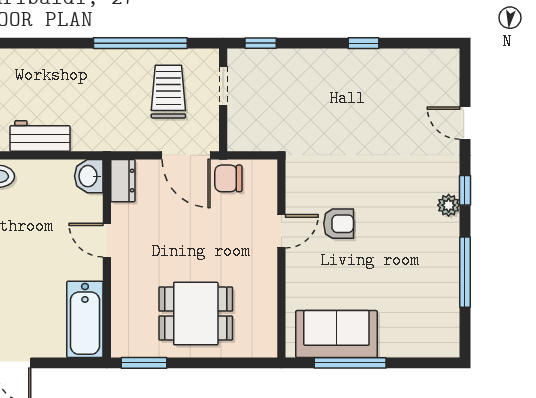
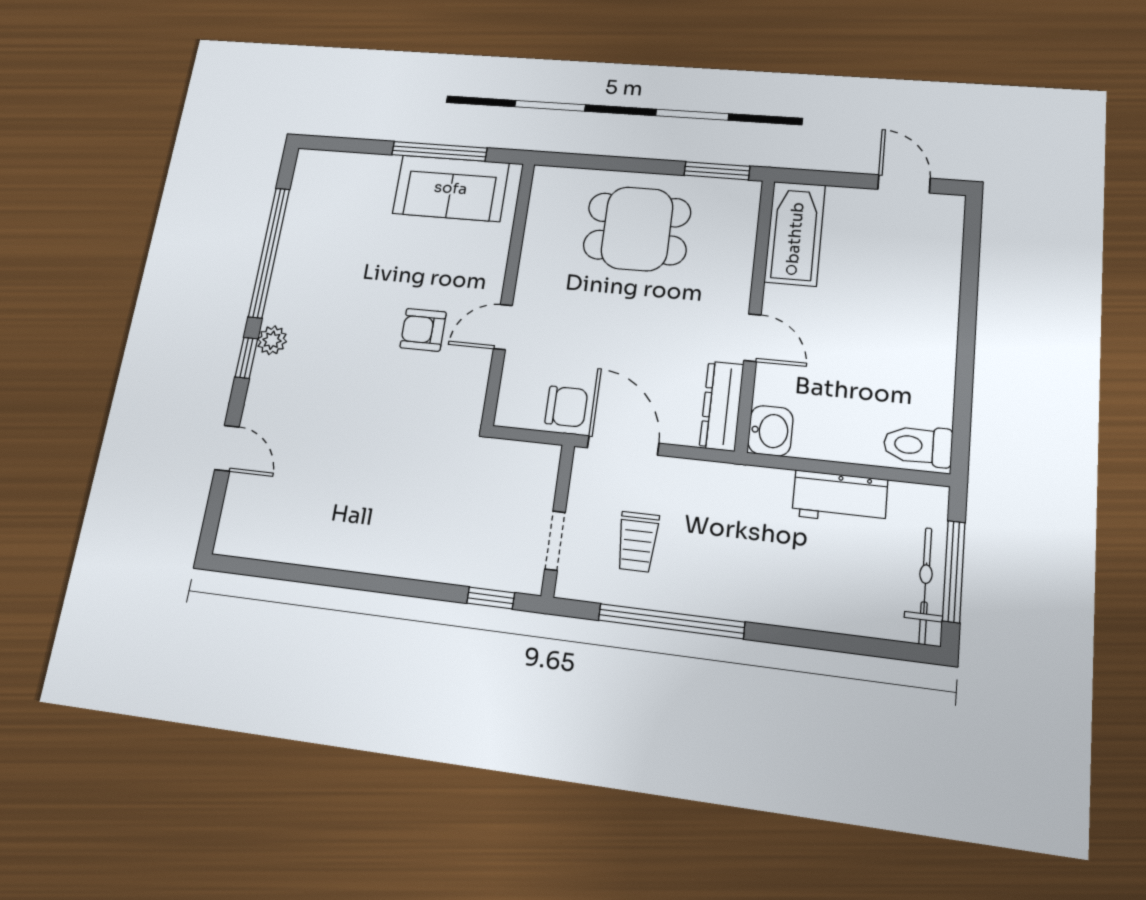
window: (363, 43) -> (343, 579), removed
trolley: (168, 92) -> (637, 542), width x0.73, depth x0.72
dresser: (123, 181) -> (722, 406), width x1.44
window: (465, 272) -> (269, 252), width x1.46

